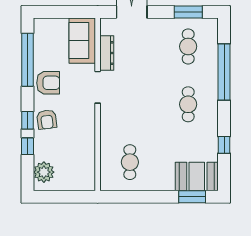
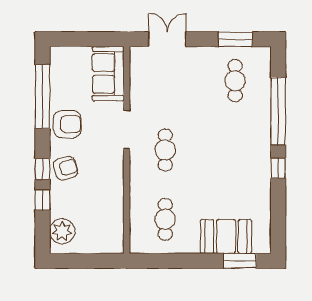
dresser: (107, 53) -> (137, 88), removed
cafe table: (188, 104) -> (165, 150), moved
armchair: (47, 120) -> (66, 168), turned -100
window: (224, 145) -> (278, 168), moved
booth: (197, 176) -> (226, 236), moved

